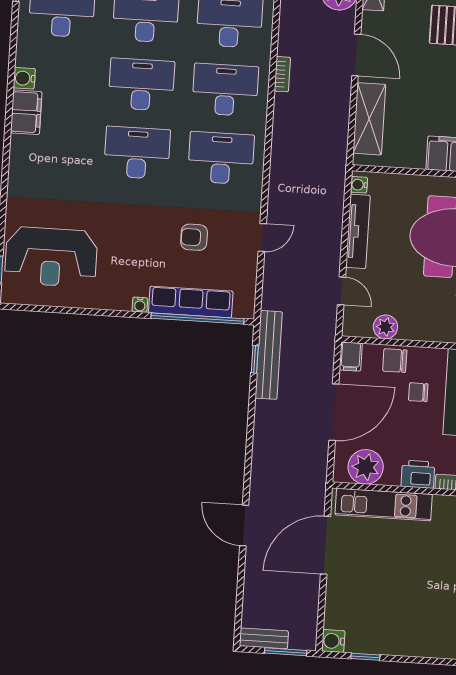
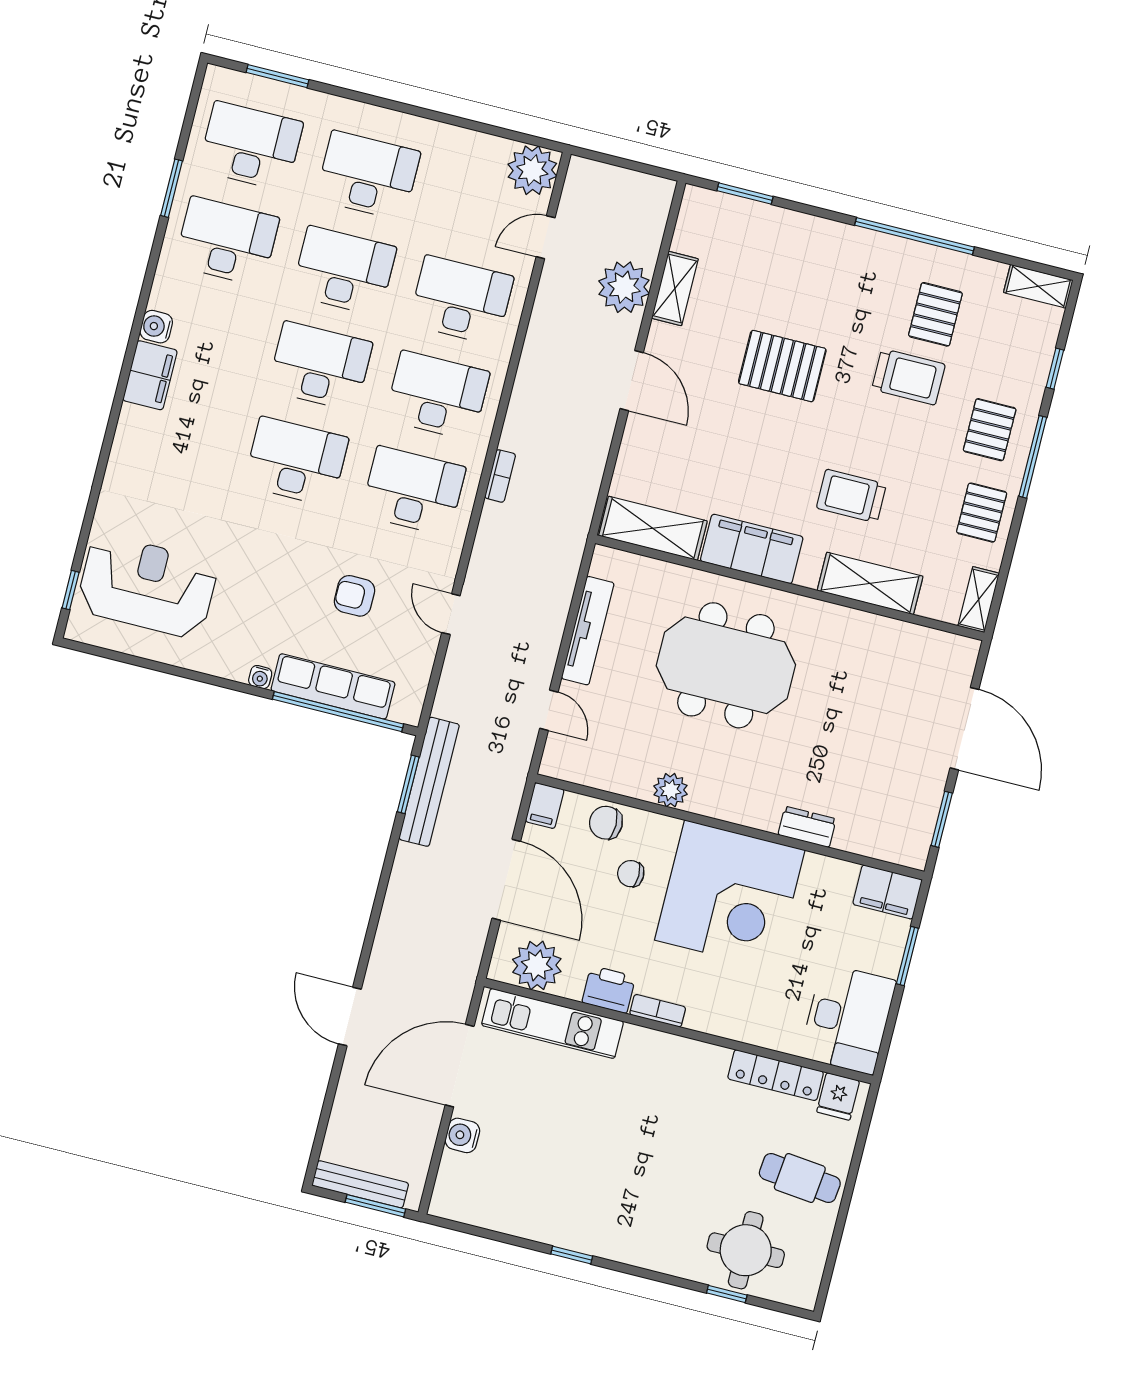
bookcase: (282, 74) -> (500, 476), moved
shelving: (369, 119) -> (653, 528), moved, turned 90
water cooler: (359, 185) -> (601, 565), removed
door: (262, 237) -> (451, 614), swing flipped
reception desk: (51, 257) -> (147, 586), turned 180
plant: (385, 327) -> (670, 790), moved
window: (255, 359) -> (408, 784), width x1.50
door: (334, 412) -> (506, 880), hinge flipped
bench: (264, 638) -> (360, 1184), width x1.36
water cooler: (333, 641) -> (462, 1135), moved
window: (365, 657) -> (572, 1255), moved

